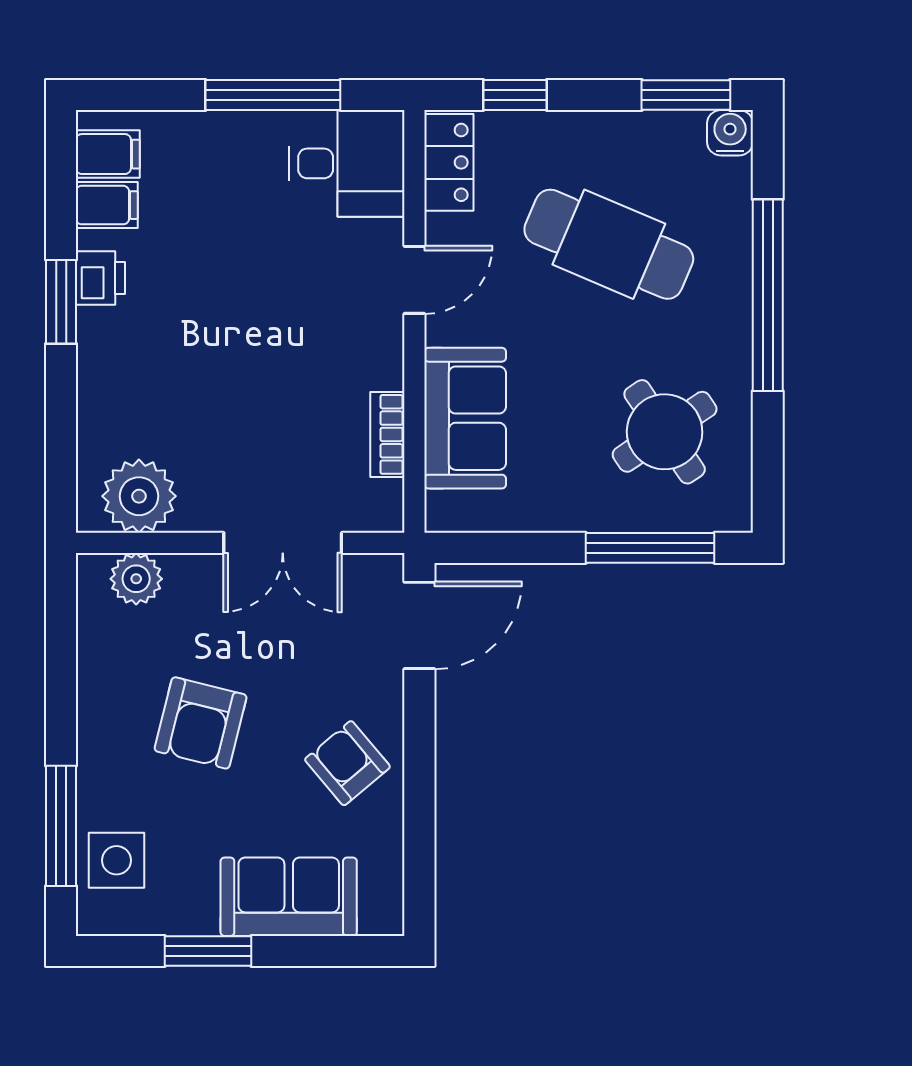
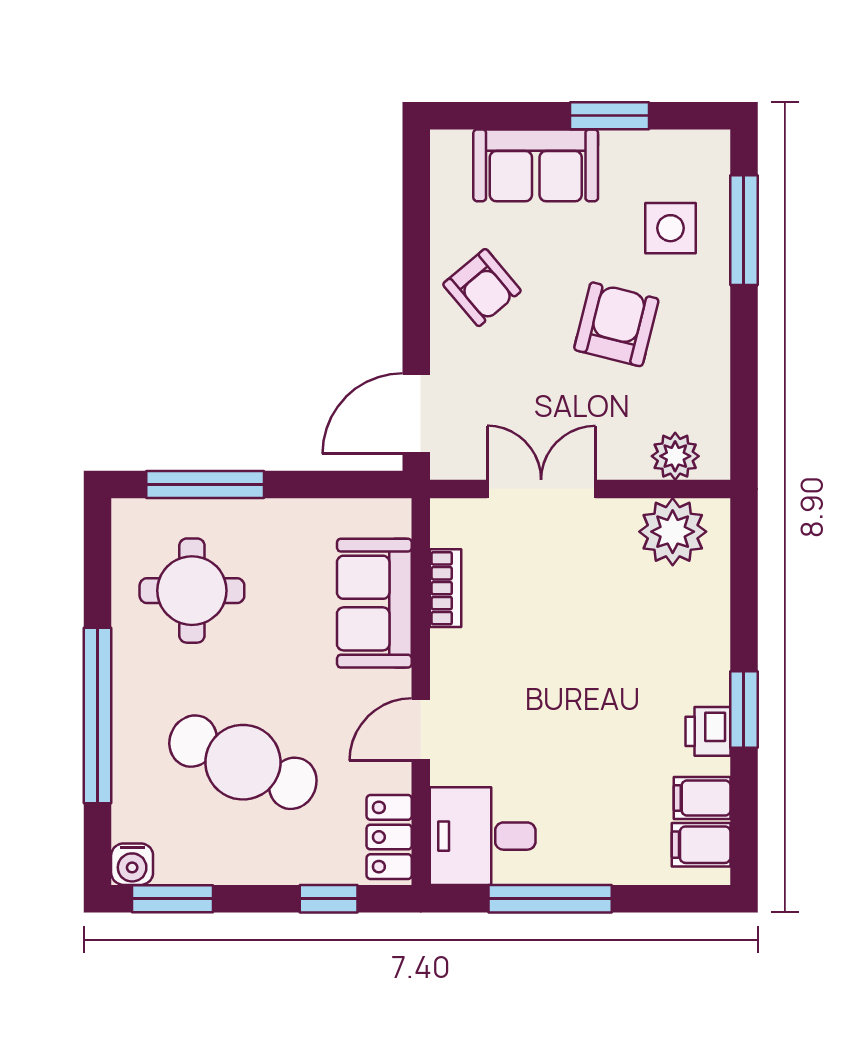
round table: (665, 432) -> (192, 591), turned 34
side table: (116, 860) -> (671, 228), moved

